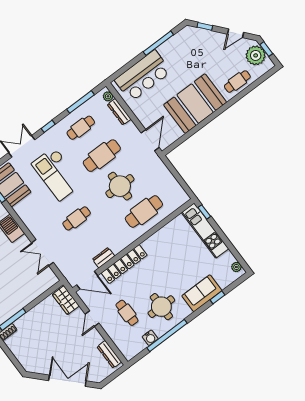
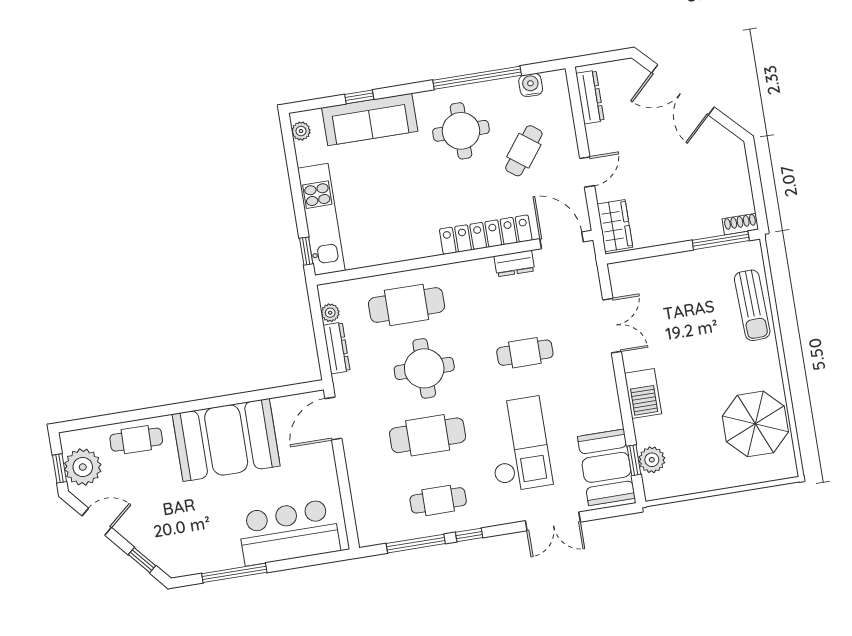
plant: (108, 96) -> (330, 313), moved
dresser: (119, 112) -> (337, 348), moved
window: (48, 126) -> (469, 535), moved
sofa: (202, 293) -> (370, 119), width x1.36
cafe table: (127, 313) -> (524, 151), turned 37
water cooler: (150, 338) -> (531, 85), moved

